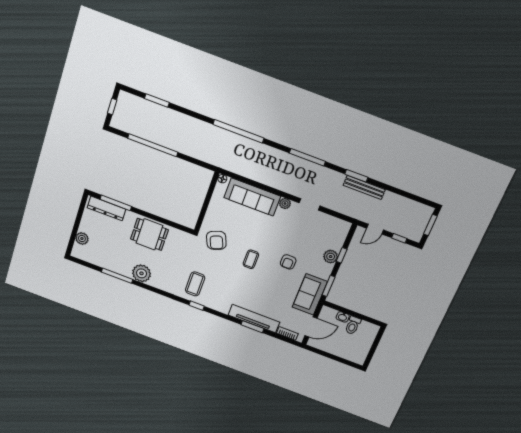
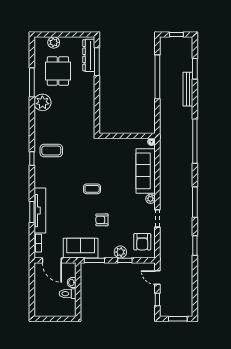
bench: (364, 187) -> (188, 89), moved
dining table: (149, 234) -> (58, 71), moved
armchair: (216, 240) -> (142, 242), moved, turned -68

